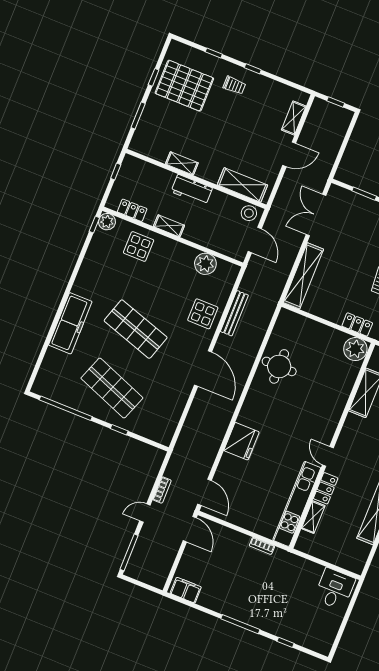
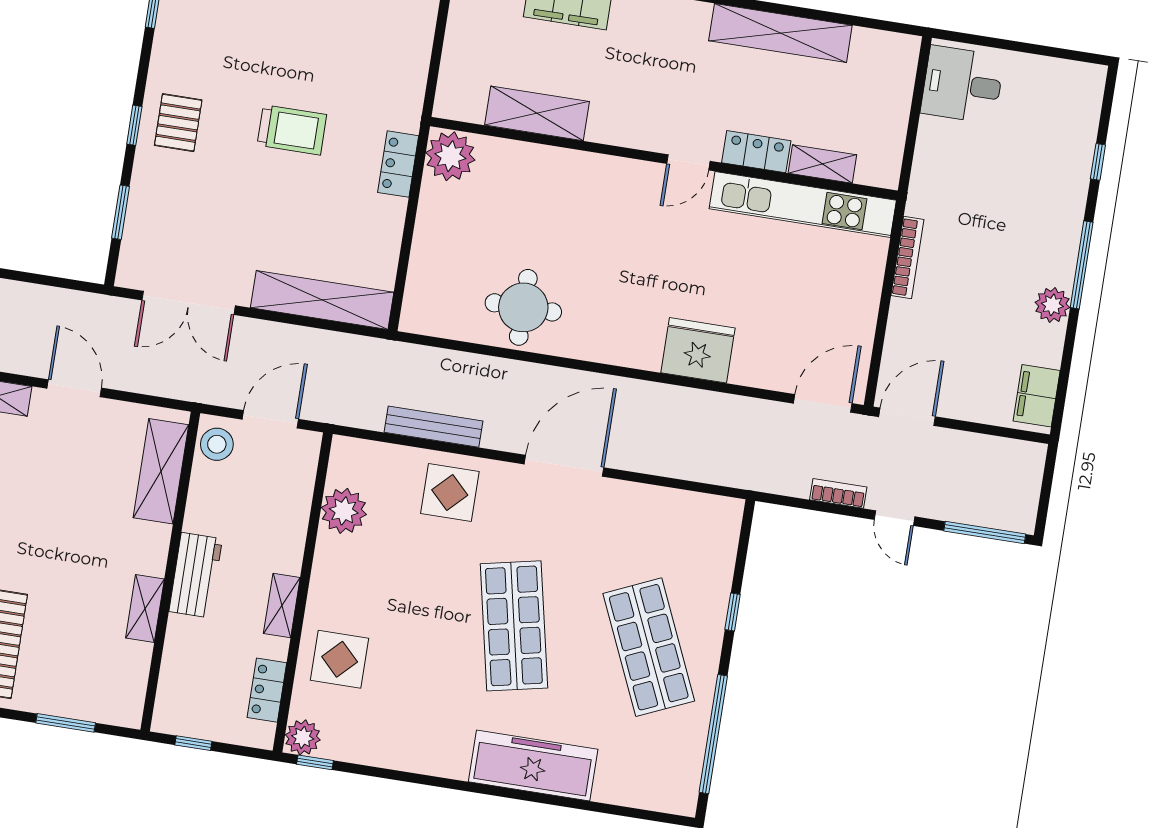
shop shelf: (136, 329) -> (514, 626), turned -30
shop shelf: (112, 388) -> (649, 647), turned -45
bookcase: (262, 546) -> (907, 257), width x1.56
plant: (225, 607) -> (1052, 305), added

